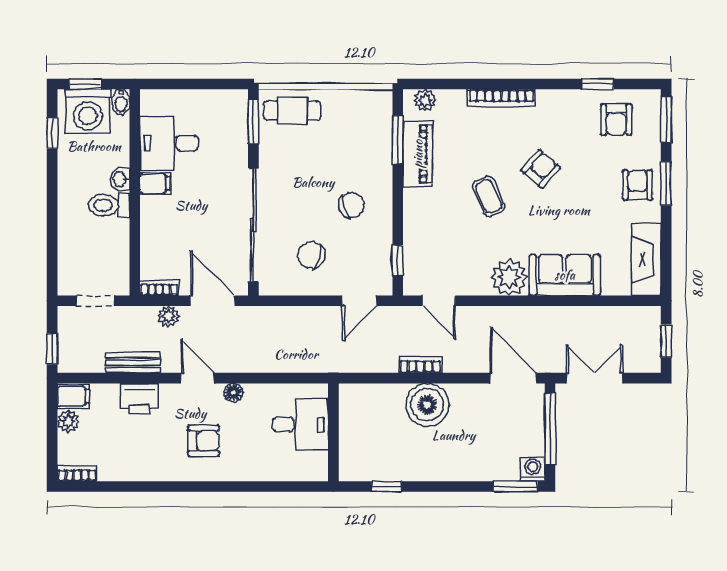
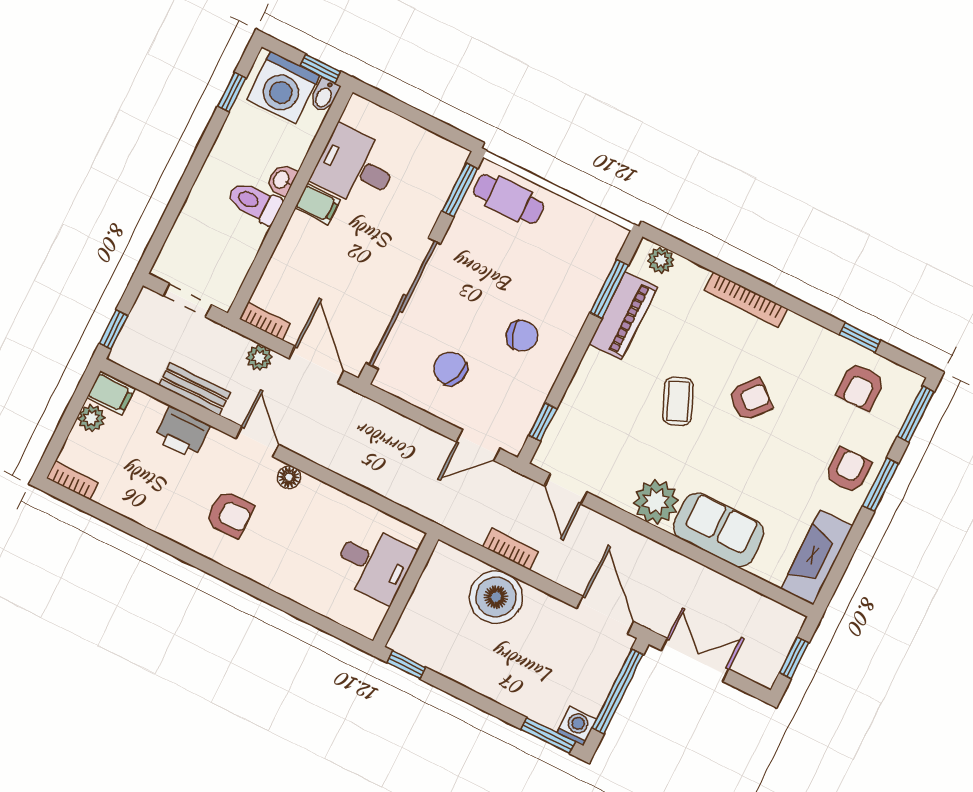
window: (85, 84) -> (320, 68), moved
desk: (300, 425) -> (374, 564), moved
wall: (333, 432) -> (406, 590), moved

